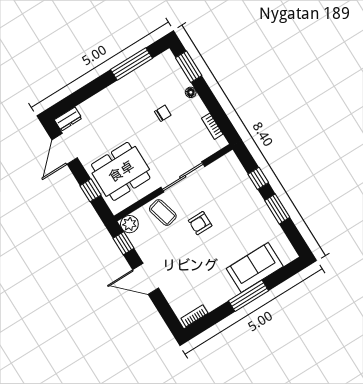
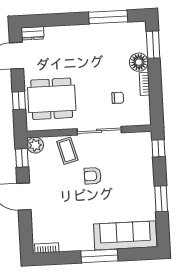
floor lamp: (191, 92) -> (139, 62), width x1.89, depth x1.89
chair: (163, 113) -> (118, 98), moved
bookcase: (212, 126) -> (144, 84), moved
window: (258, 178) -> (158, 148), moved
sofa: (255, 267) -> (125, 235), width x1.36

